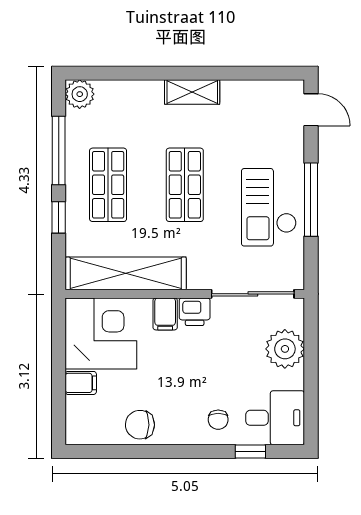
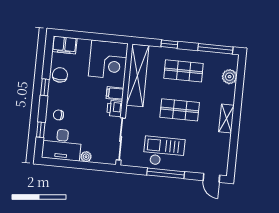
plant: (80, 94) -> (230, 77), moved
door: (311, 110) -> (211, 178), hinge flipped
window: (59, 150) -> (215, 49), moved
plant: (285, 349) -> (86, 157), width x0.53, depth x0.53
filing cabinet: (81, 383) -> (64, 45), moved, width x2.00
desk: (275, 418) -> (62, 145), width x1.37
window: (167, 452) -> (45, 87), added

